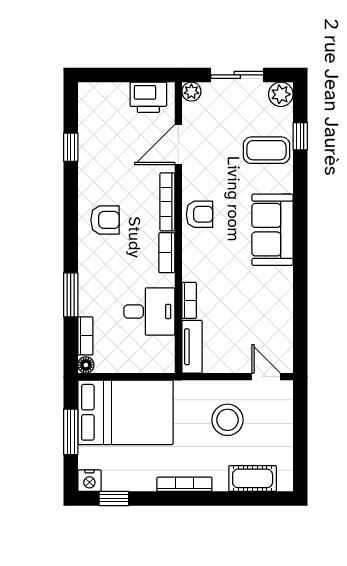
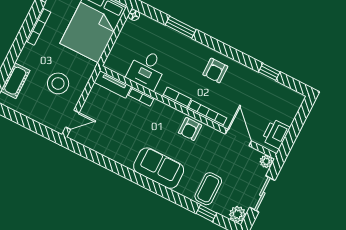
bookcase: (85, 336) -> (152, 24), removed
bookcase: (184, 484) -> (38, 27), moved

